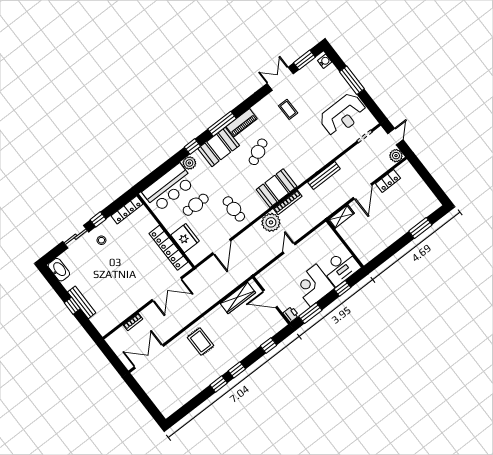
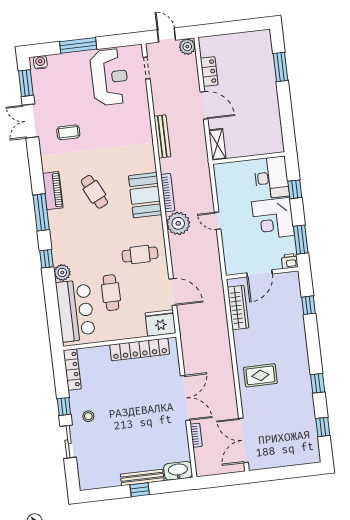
booth: (219, 147) -> (64, 231), removed
fridge: (185, 238) -> (160, 323), moved
washbasin: (59, 270) -> (178, 471), moved
double door: (167, 289) -> (185, 398), moved
window: (237, 370) -> (323, 427), moved

